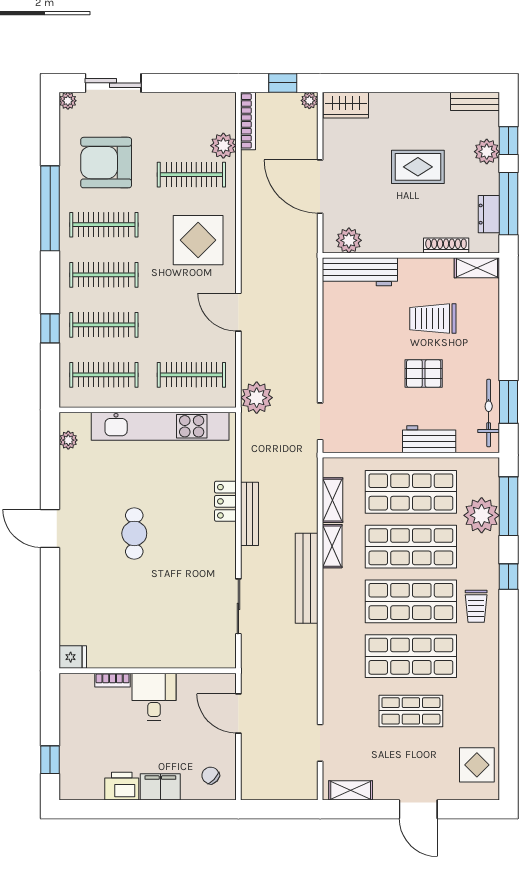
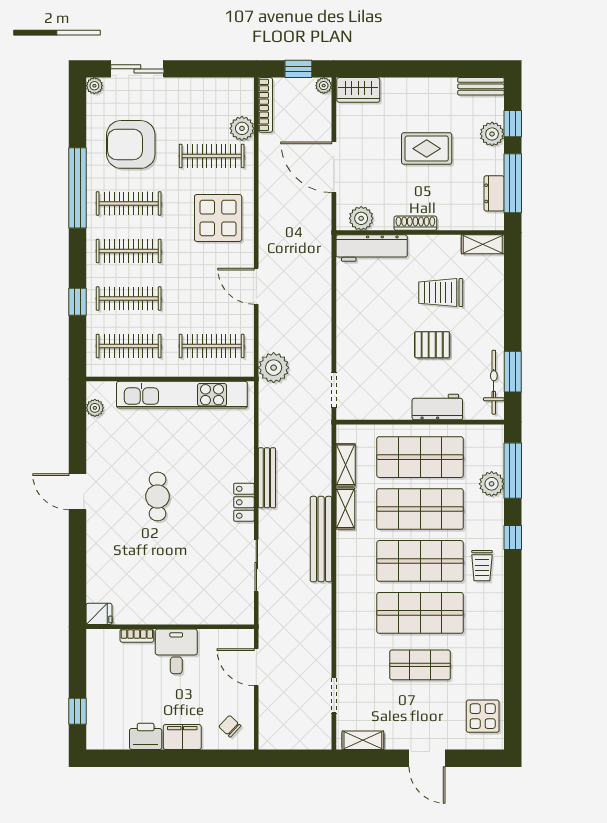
shoe rack: (446, 246) -> (415, 223), moved
locker: (225, 501) -> (244, 502), moved
plant: (482, 515) -> (492, 484), width x0.73, depth x0.73

